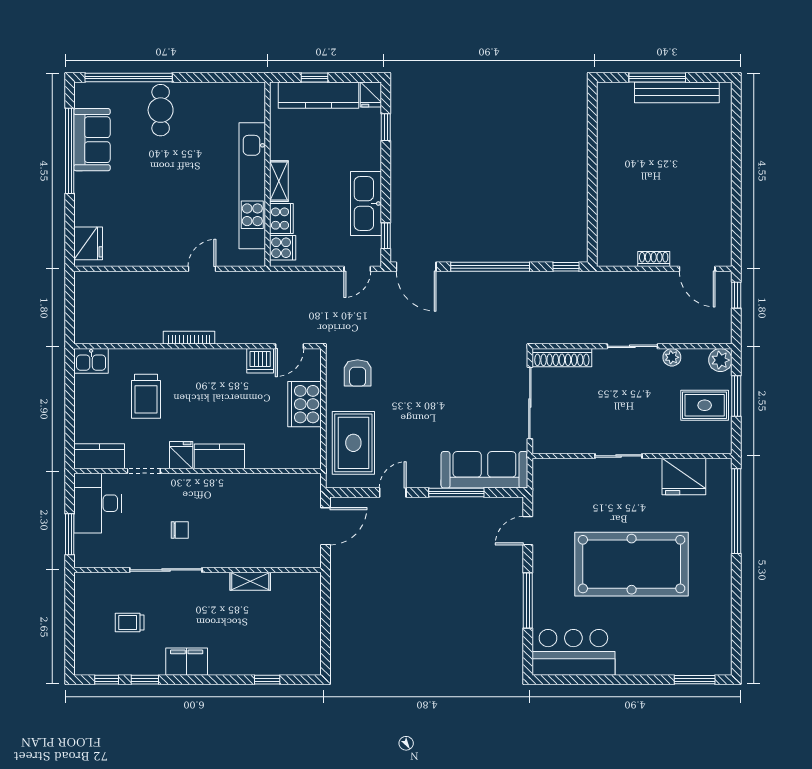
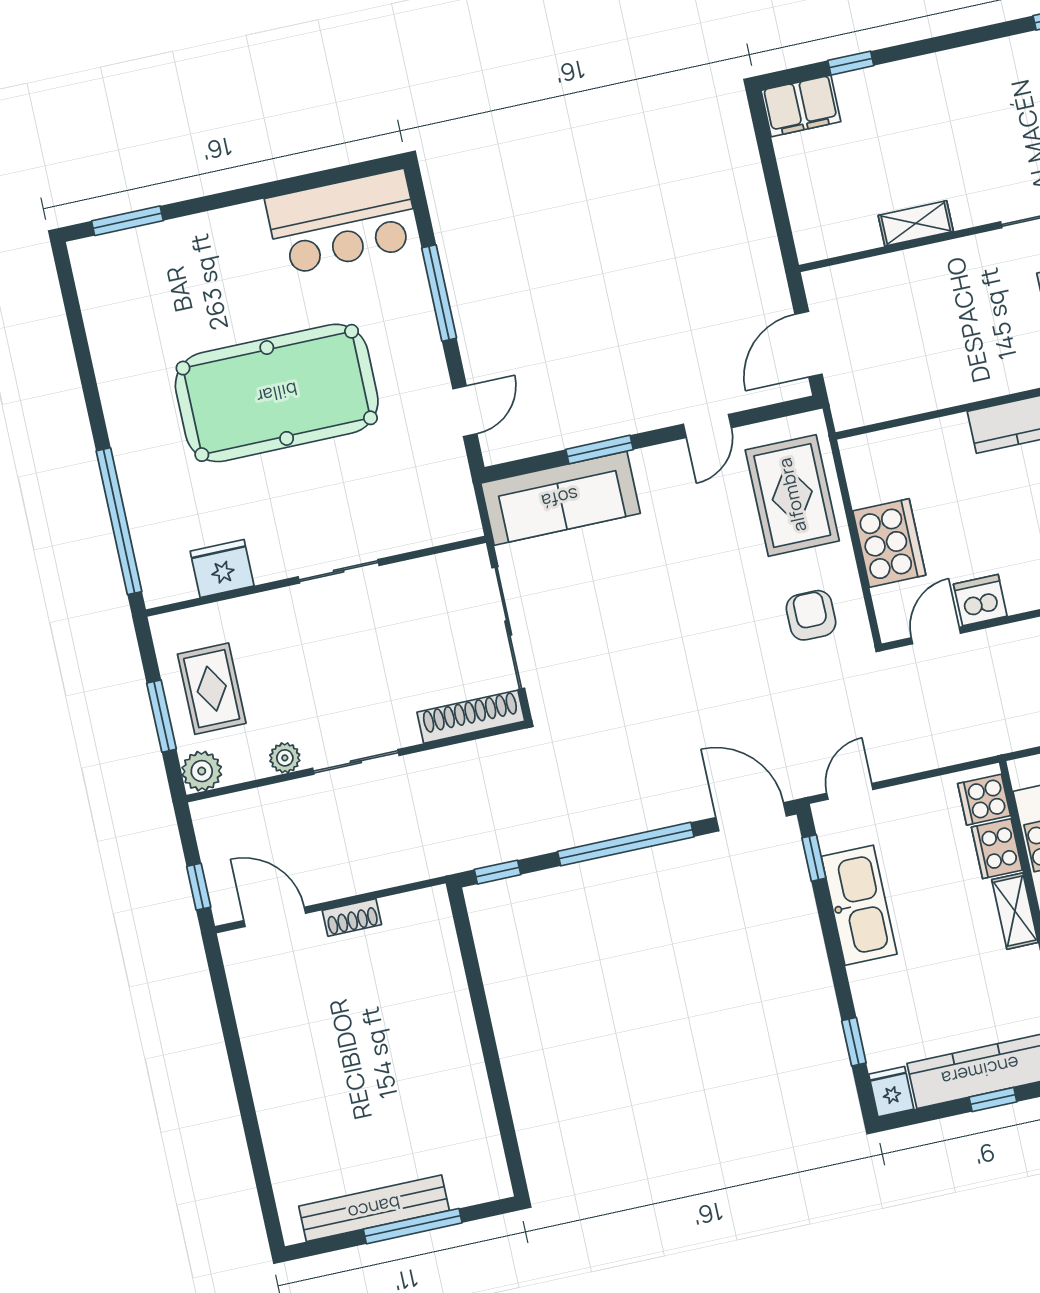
rug: (705, 405) -> (212, 689), turned 90
fridge: (684, 476) -> (222, 568), width x0.73, depth x0.75
window: (456, 493) -> (599, 450), width x0.69
filing cabinet: (187, 662) -> (801, 106), moved

